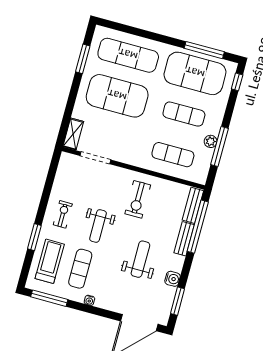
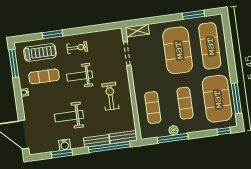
exercise bike: (138, 199) -> (110, 96), turned 90
weight bench: (140, 259) -> (69, 116), turned 180
window: (178, 301) -> (62, 154), moved

